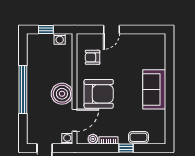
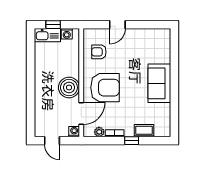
kitchen sink: (40, 40) -> (47, 35), added
window: (23, 90) -> (31, 83), removed

